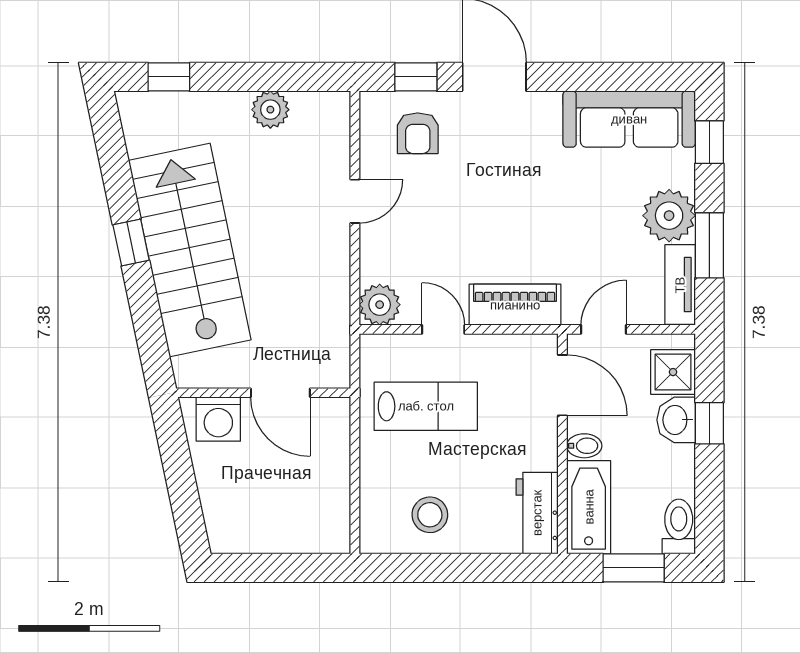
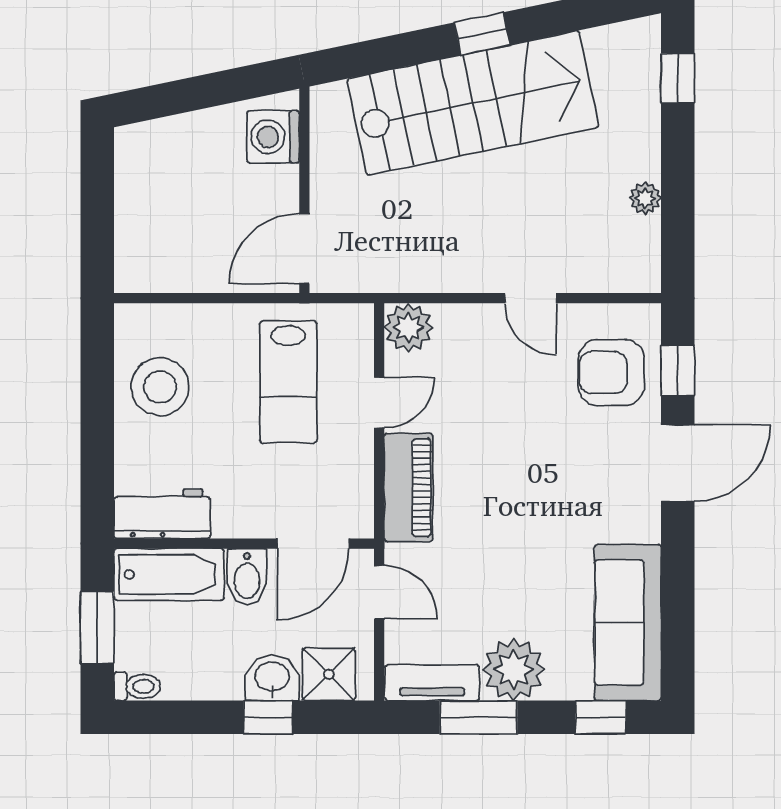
plant: (270, 110) -> (645, 198), width x0.73, depth x0.73
armchair: (418, 133) -> (611, 373), width x1.38, depth x1.38
door: (280, 393) -> (304, 248), moved
bidet: (584, 446) -> (247, 577), width x1.38, depth x1.36
stool: (430, 515) -> (160, 387), width x1.38, depth x1.38
toilet: (679, 527) -> (137, 686), width x0.73, depth x0.72

